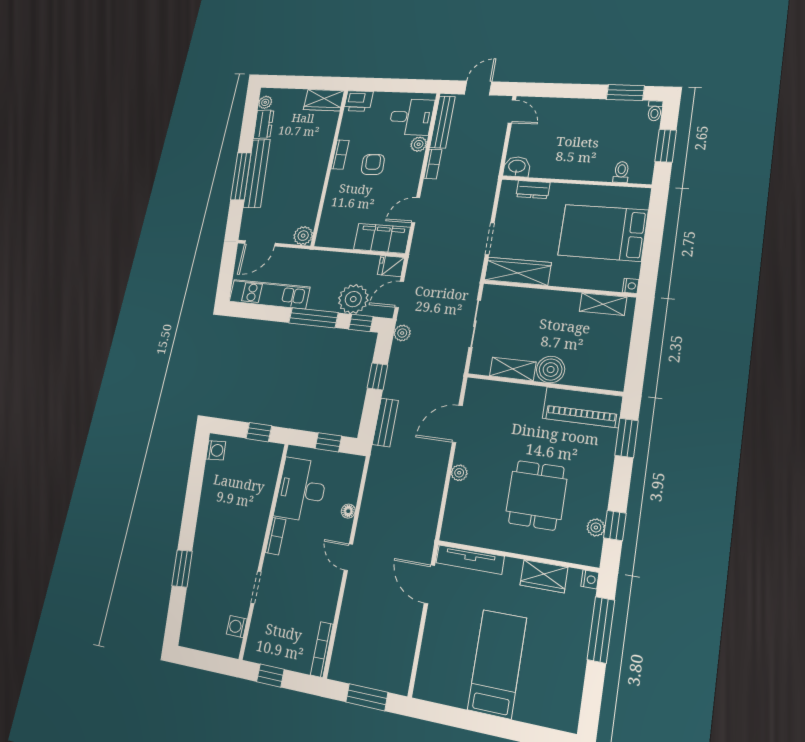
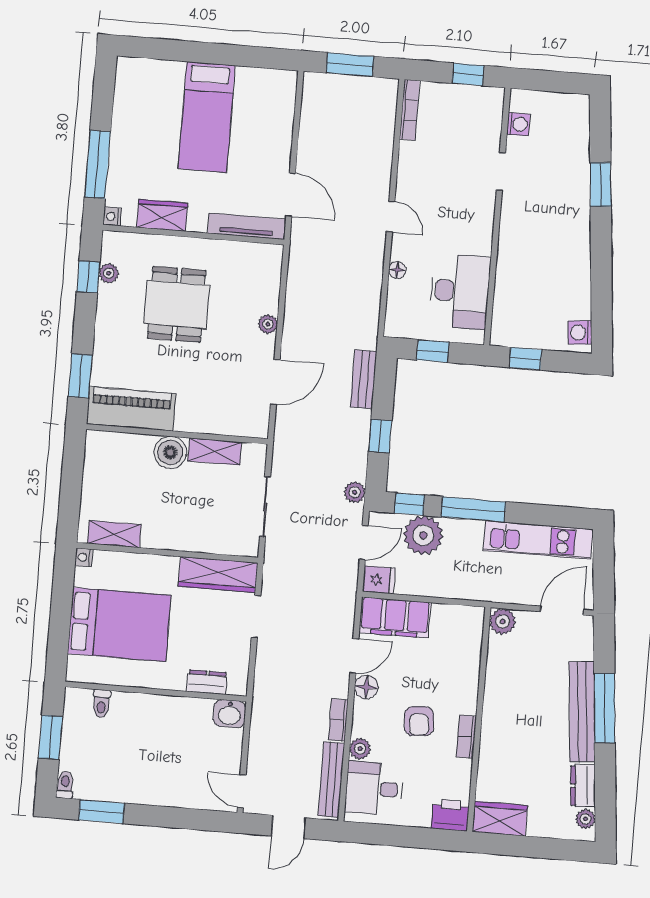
floor lamp: (409, 188) -> (366, 687), added
bookcase: (276, 536) -> (485, 233), removed

